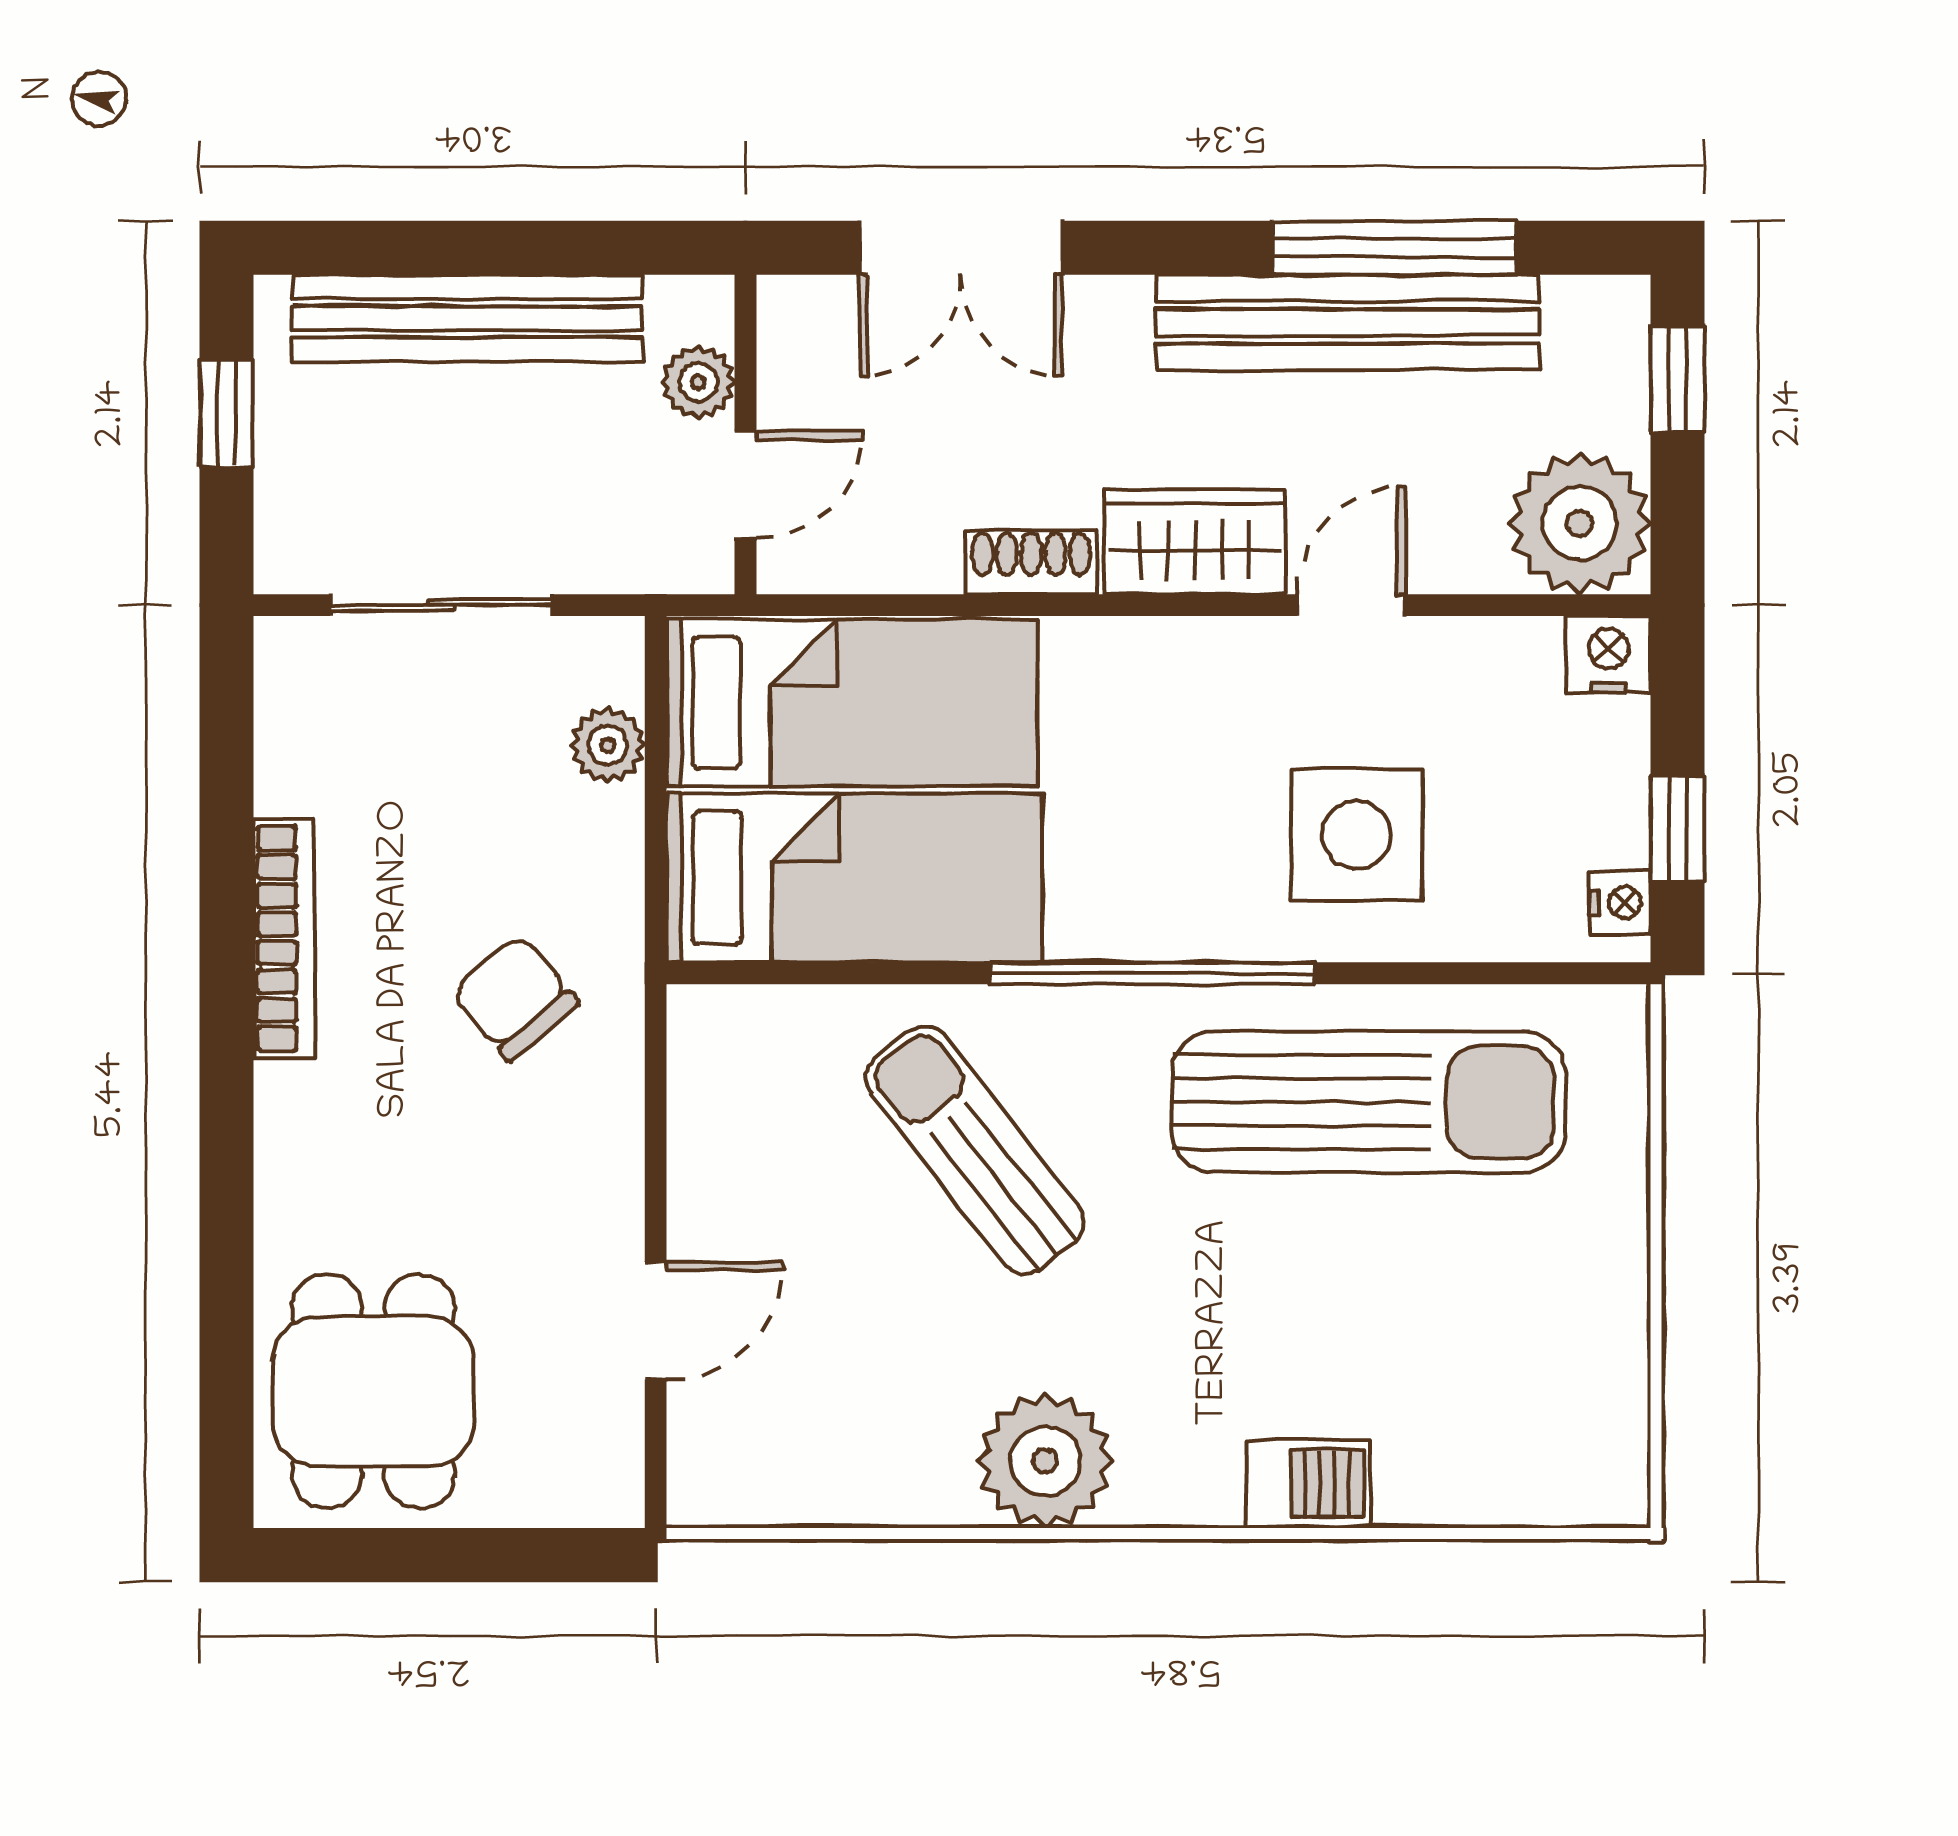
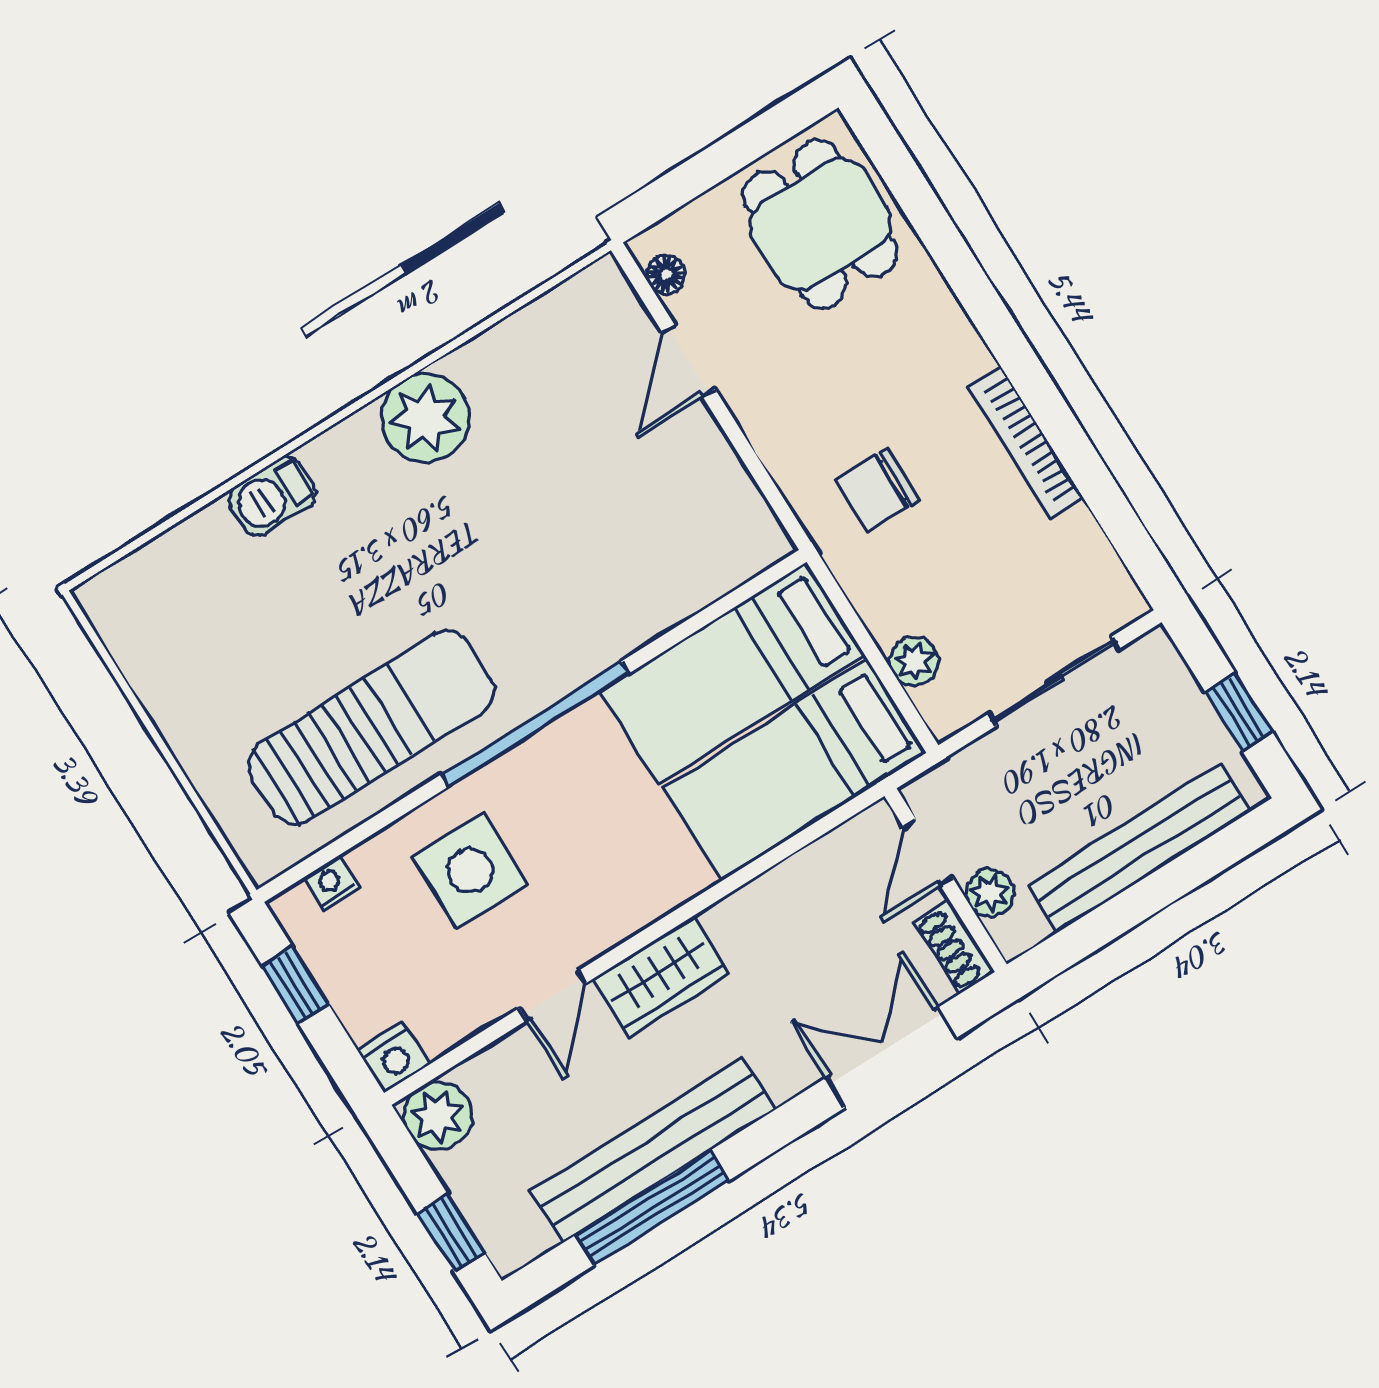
plant: (1580, 523) -> (438, 1116), width x0.73, depth x0.73
shoe rack: (1031, 562) -> (954, 947), moved, turned 90
nightstand: (1620, 903) -> (331, 883), moved, turned 90
chair: (515, 998) -> (878, 490), turned 130
sun lounger: (1368, 1102) -> (371, 728), turned 180
sun lounger: (975, 1150) -> (572, 565), removed
floor lamp: (615, 1452) -> (666, 274), added

